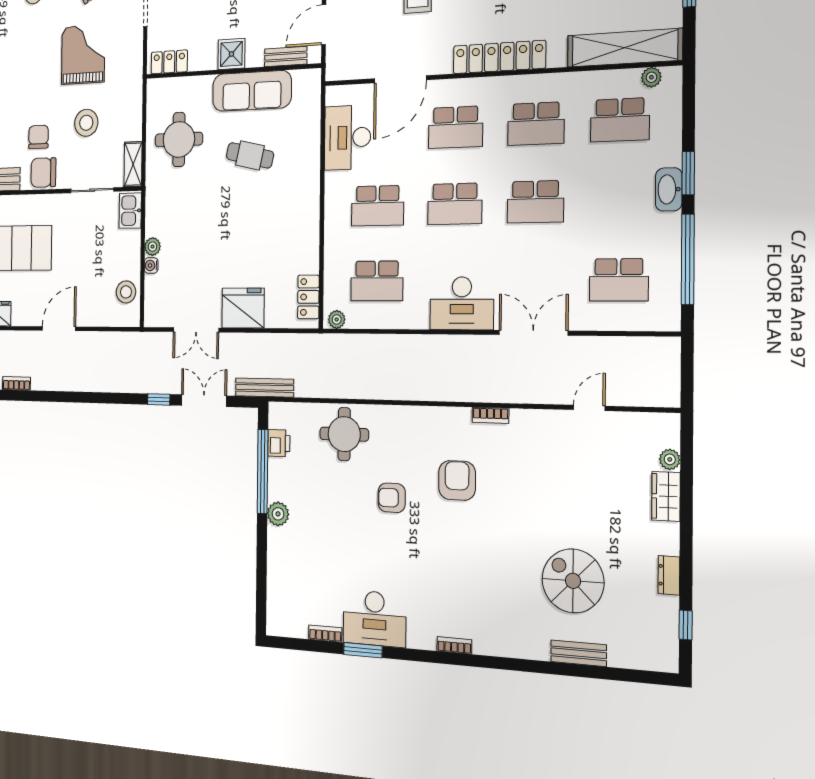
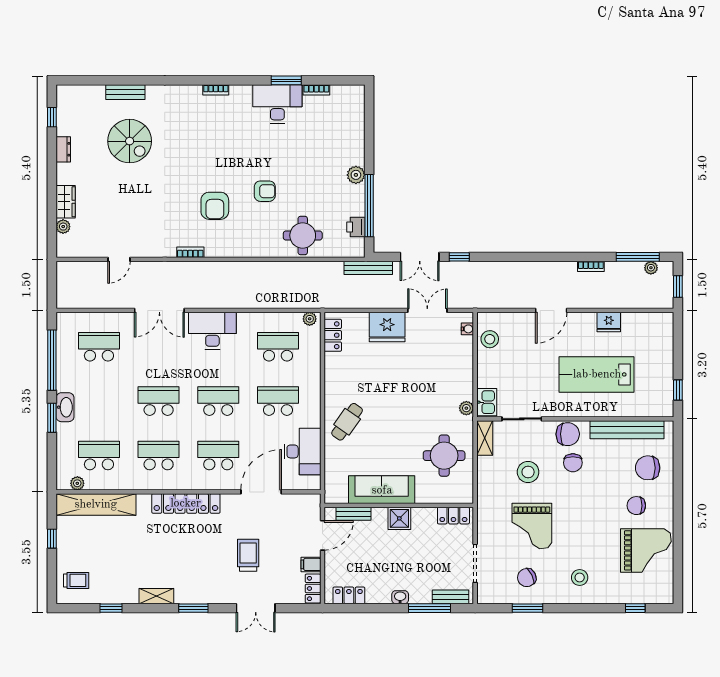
cafe table: (250, 155) -> (347, 422), moved, turned -68
plant: (153, 247) -> (466, 408), moved
water cooler: (151, 265) -> (467, 329), moved

